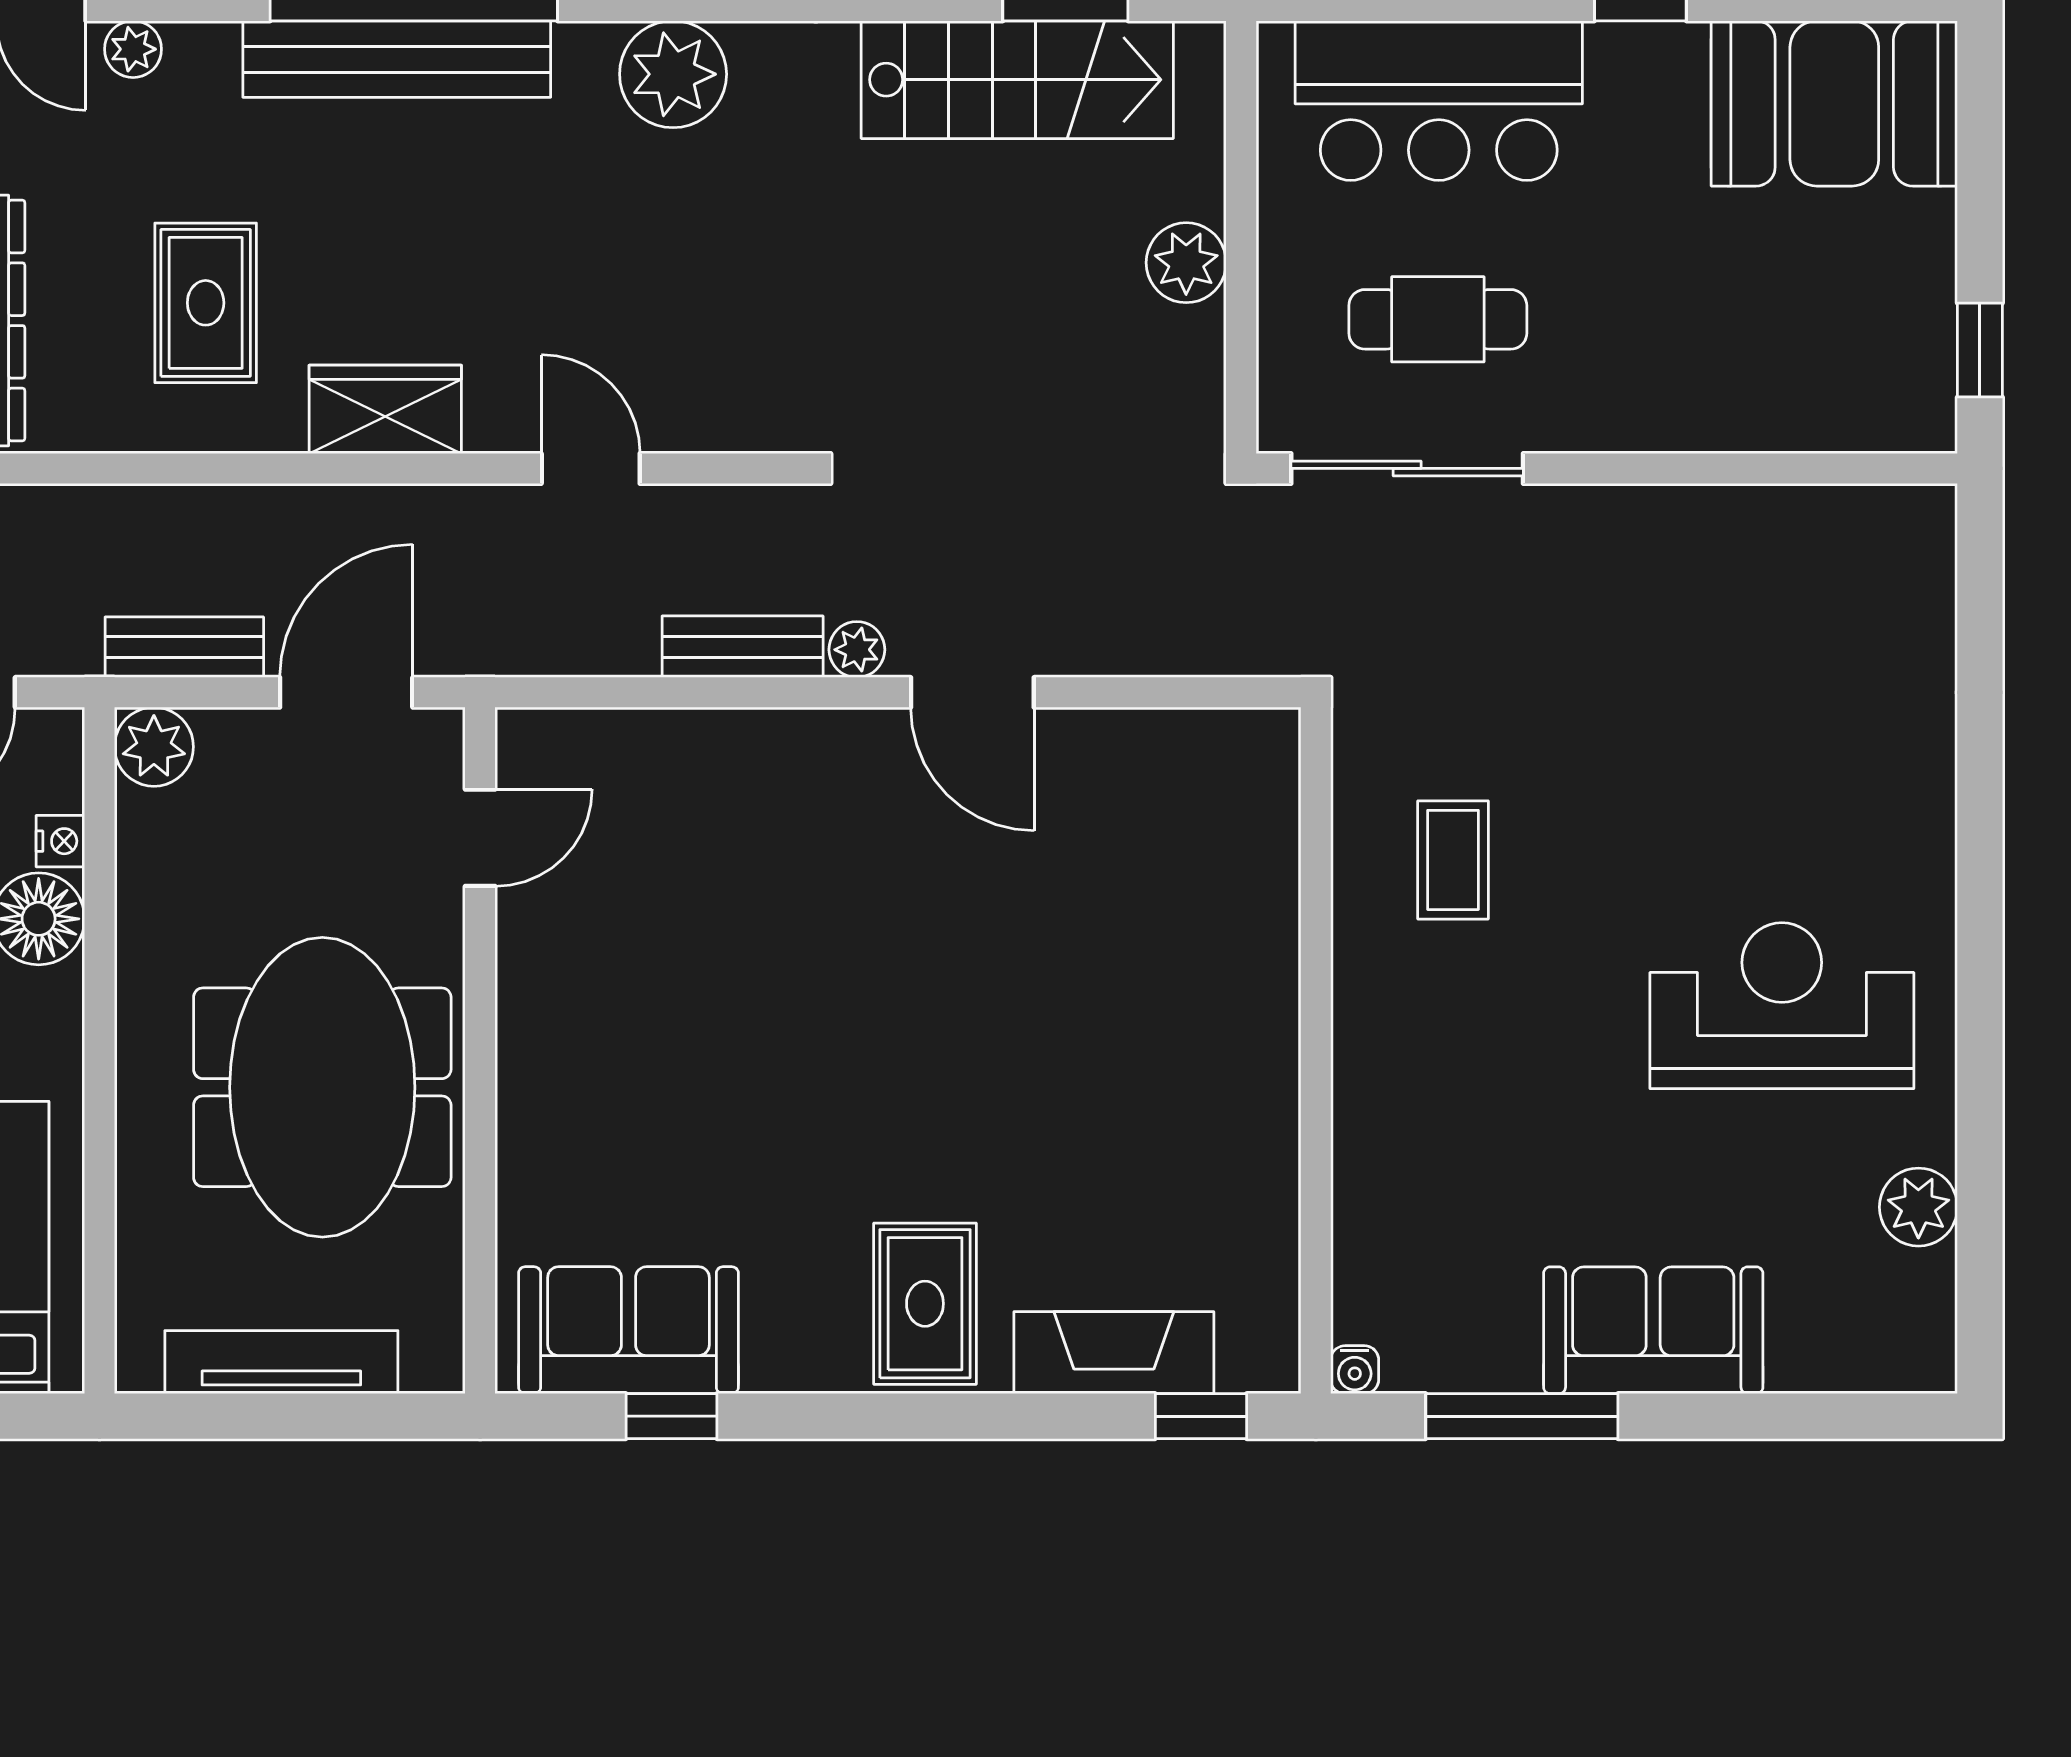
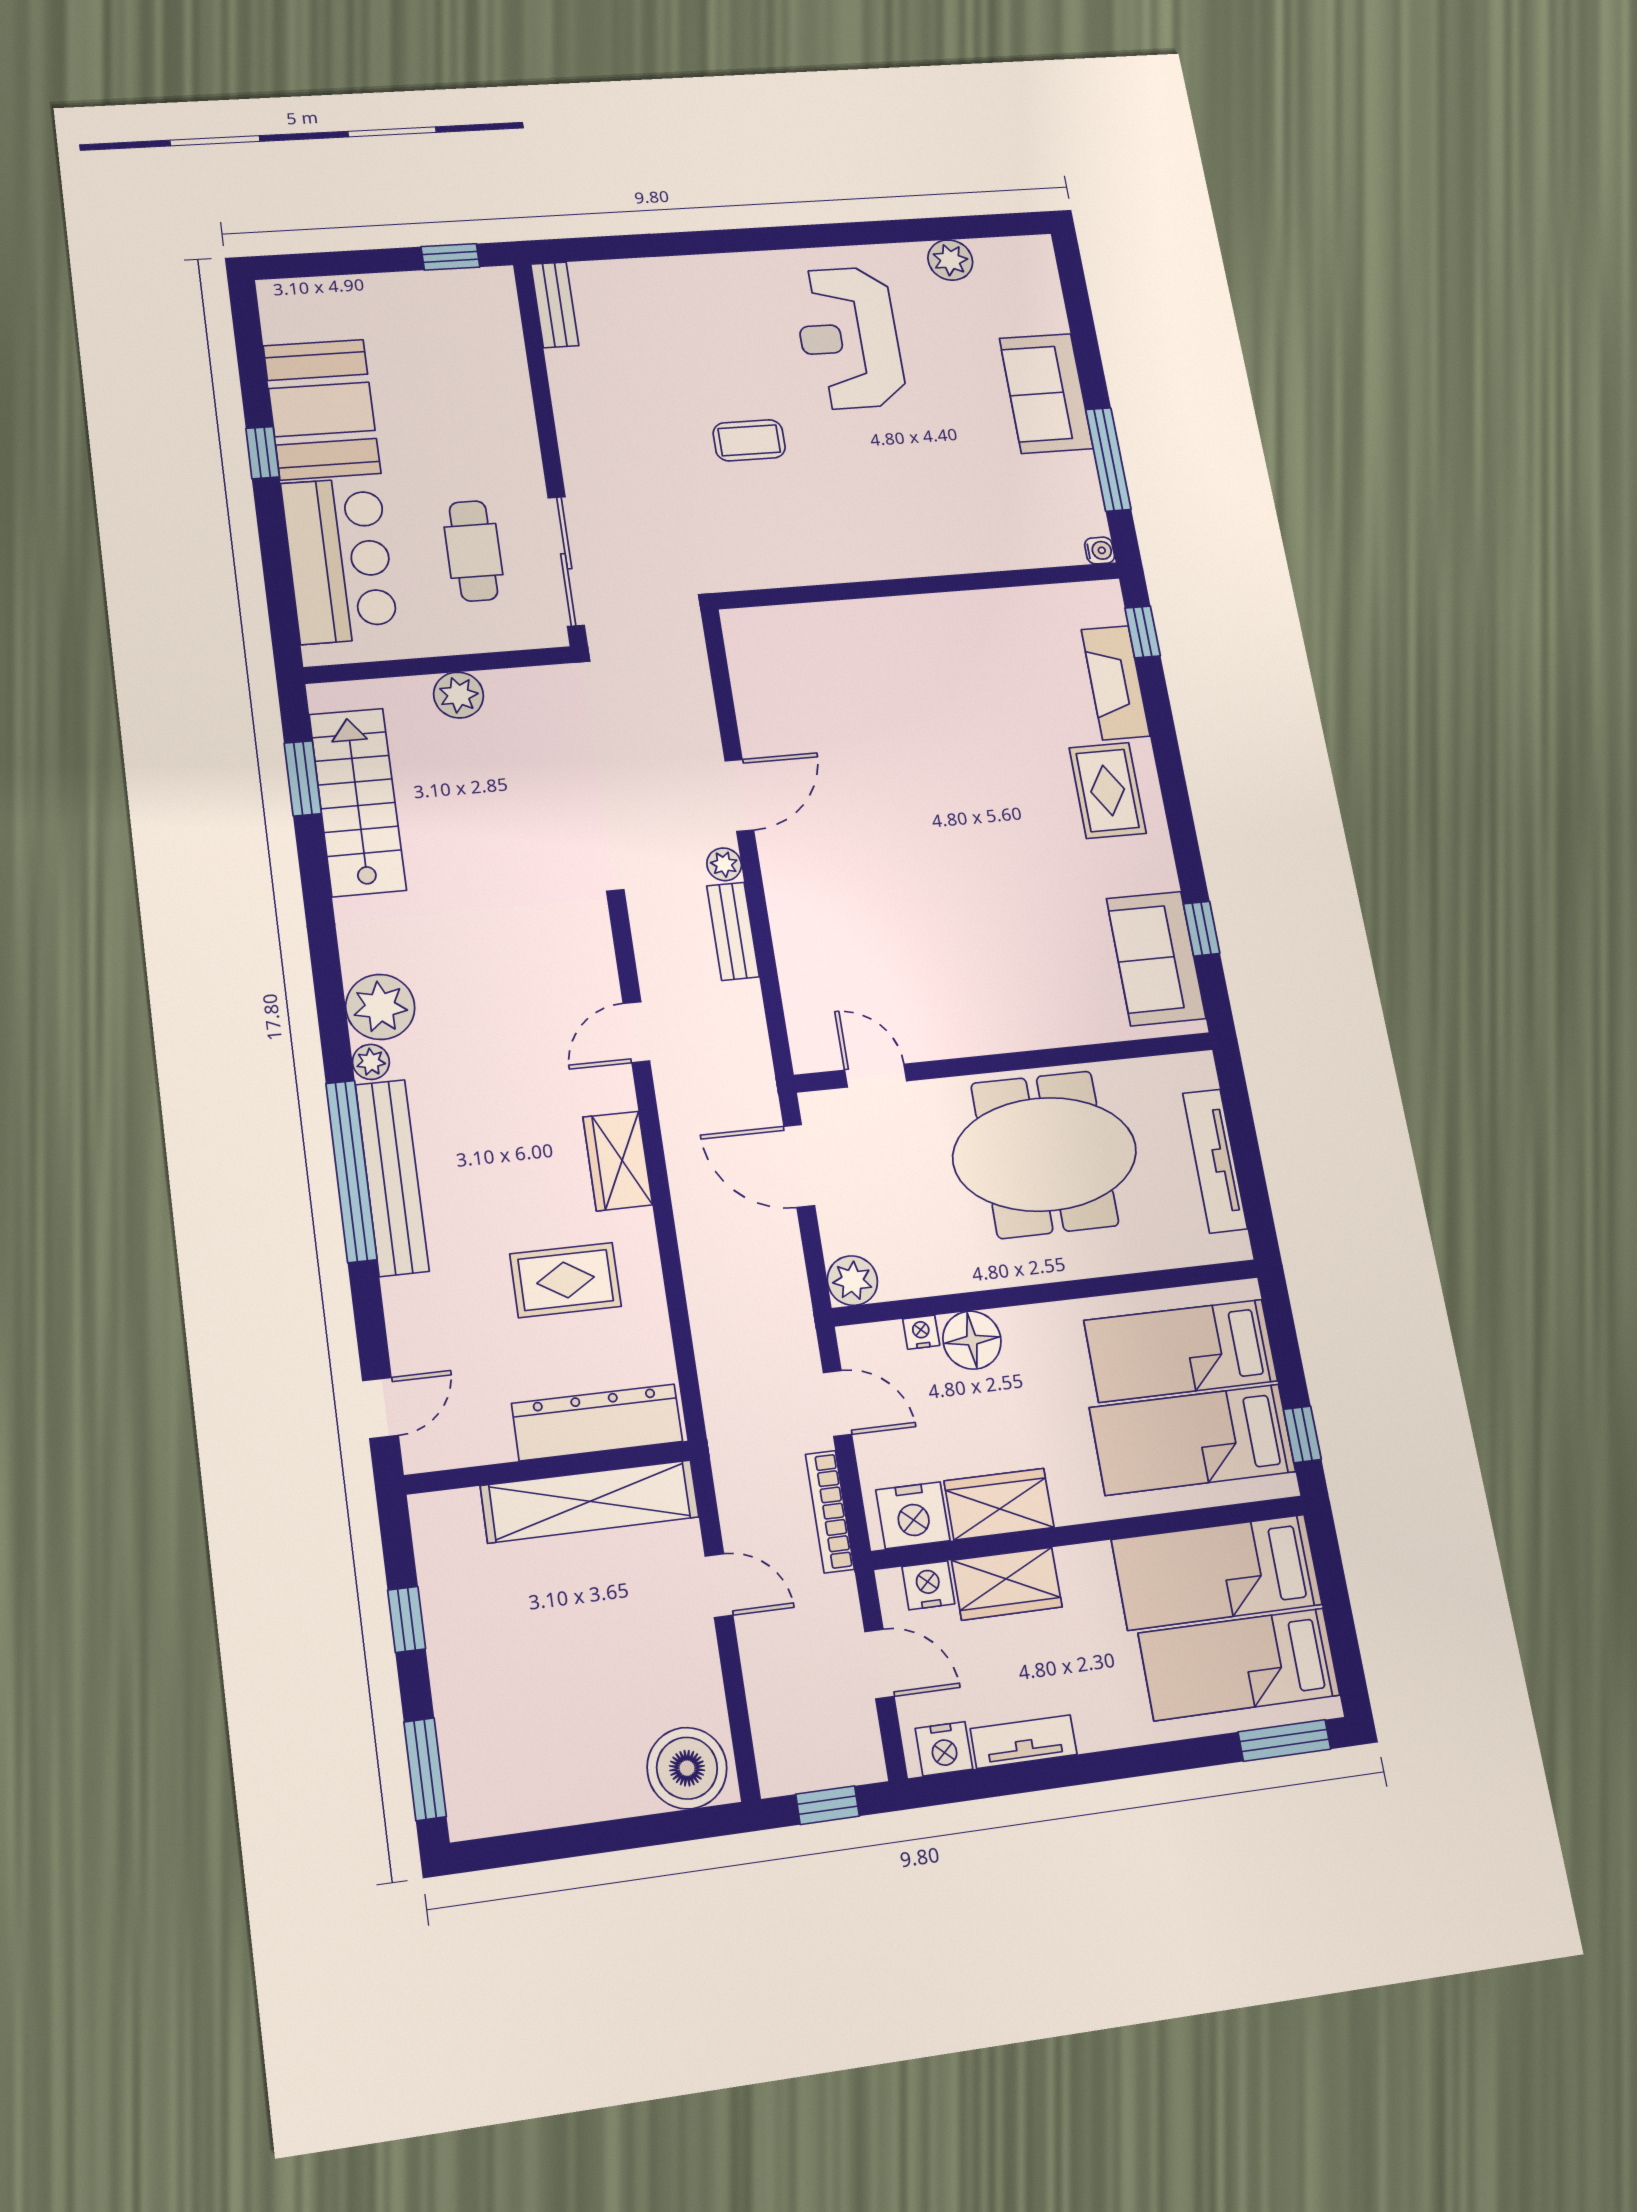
plant: (133, 49) -> (371, 1062), moved
booth: (1834, 103) -> (322, 409), moved
bench: (184, 647) -> (555, 305), moved
coffee table: (1453, 860) -> (749, 440), moved
rug: (925, 1304) -> (1108, 790), turned 90

